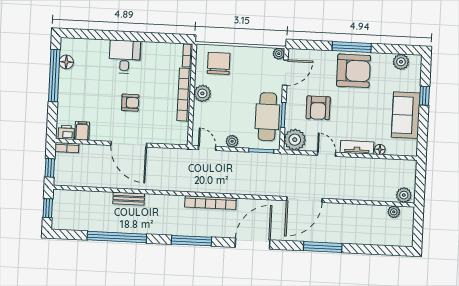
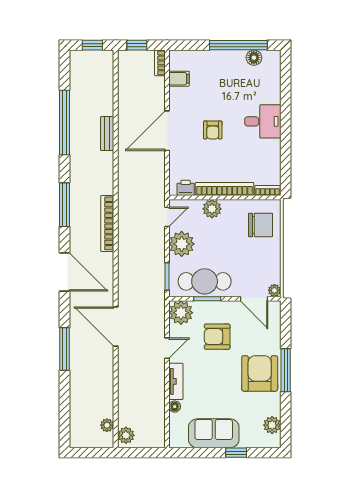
armchair: (353, 71) -> (260, 373), turned 180
plant: (202, 93) -> (212, 209), moved
printer: (66, 132) -> (186, 188), moved, turned -90
plant: (232, 141) -> (182, 244), width x1.87, depth x1.87

